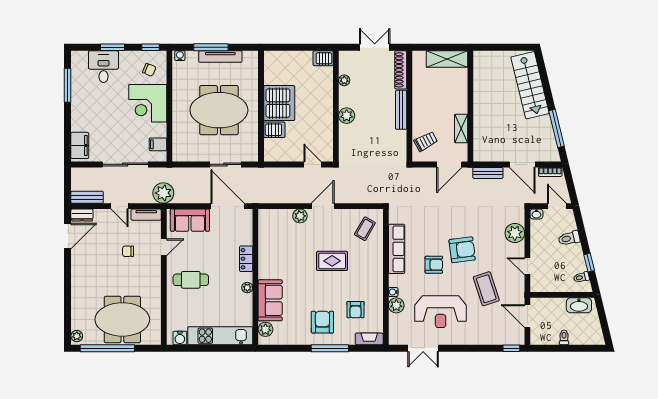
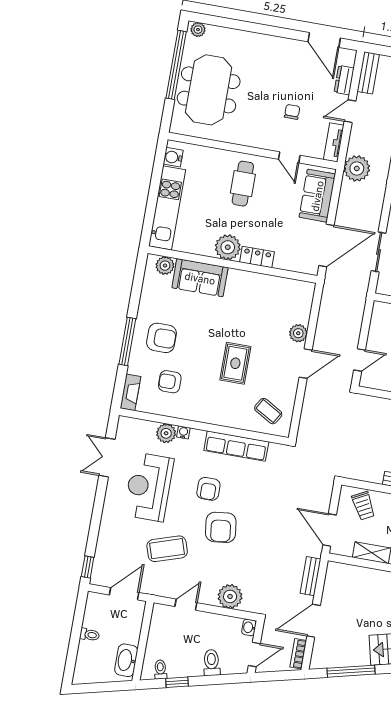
door: (323, 206) -> (306, 364), hinge flipped
dresser: (82, 215) -> (344, 80), moved
plant: (247, 288) -> (228, 247), width x1.88, depth x1.88

